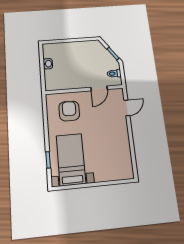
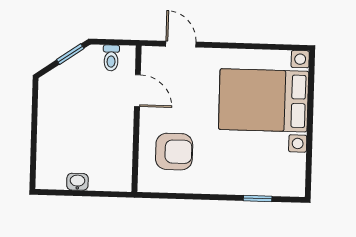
armchair: (69, 111) -> (174, 152), turned 180
bed with nightstands: (71, 159) -> (264, 100), moved, width x1.36

